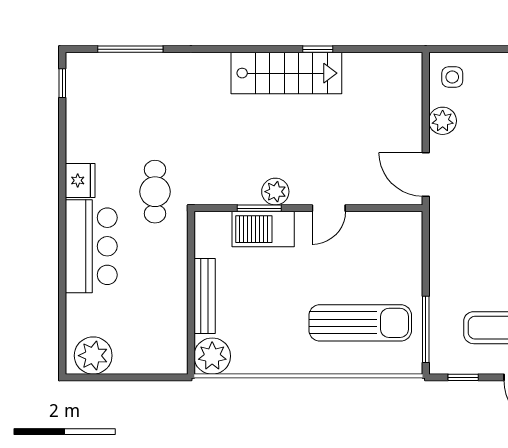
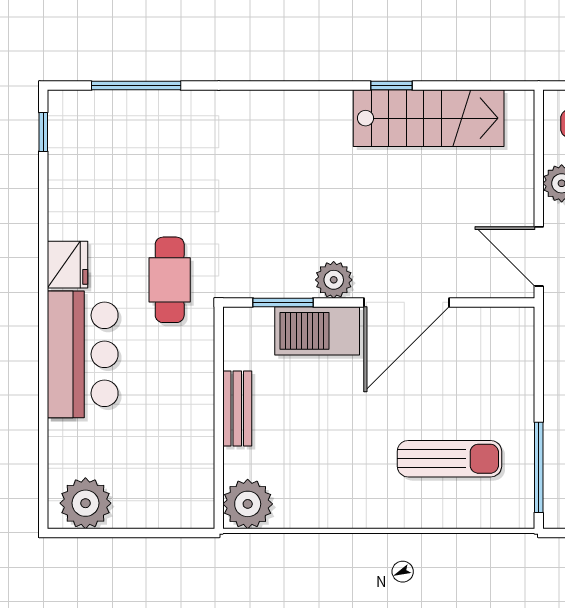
stairs: (286, 73) -> (429, 118), moved
window: (259, 208) -> (283, 302), moved
door: (329, 208) -> (407, 302), width x1.88
bench: (205, 296) -> (237, 408), width x0.73
sun lounger: (360, 323) -> (449, 459), width x0.73, depth x0.75

